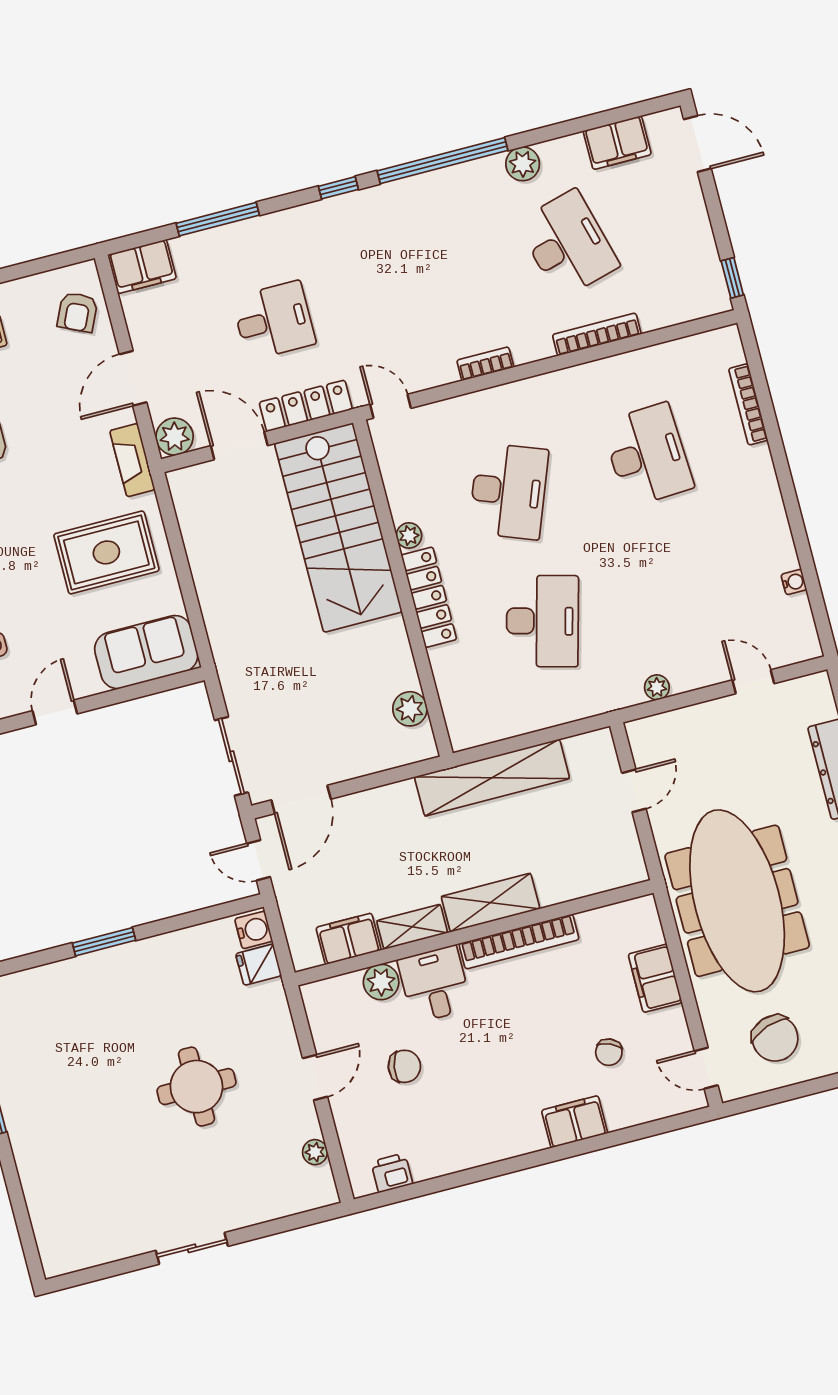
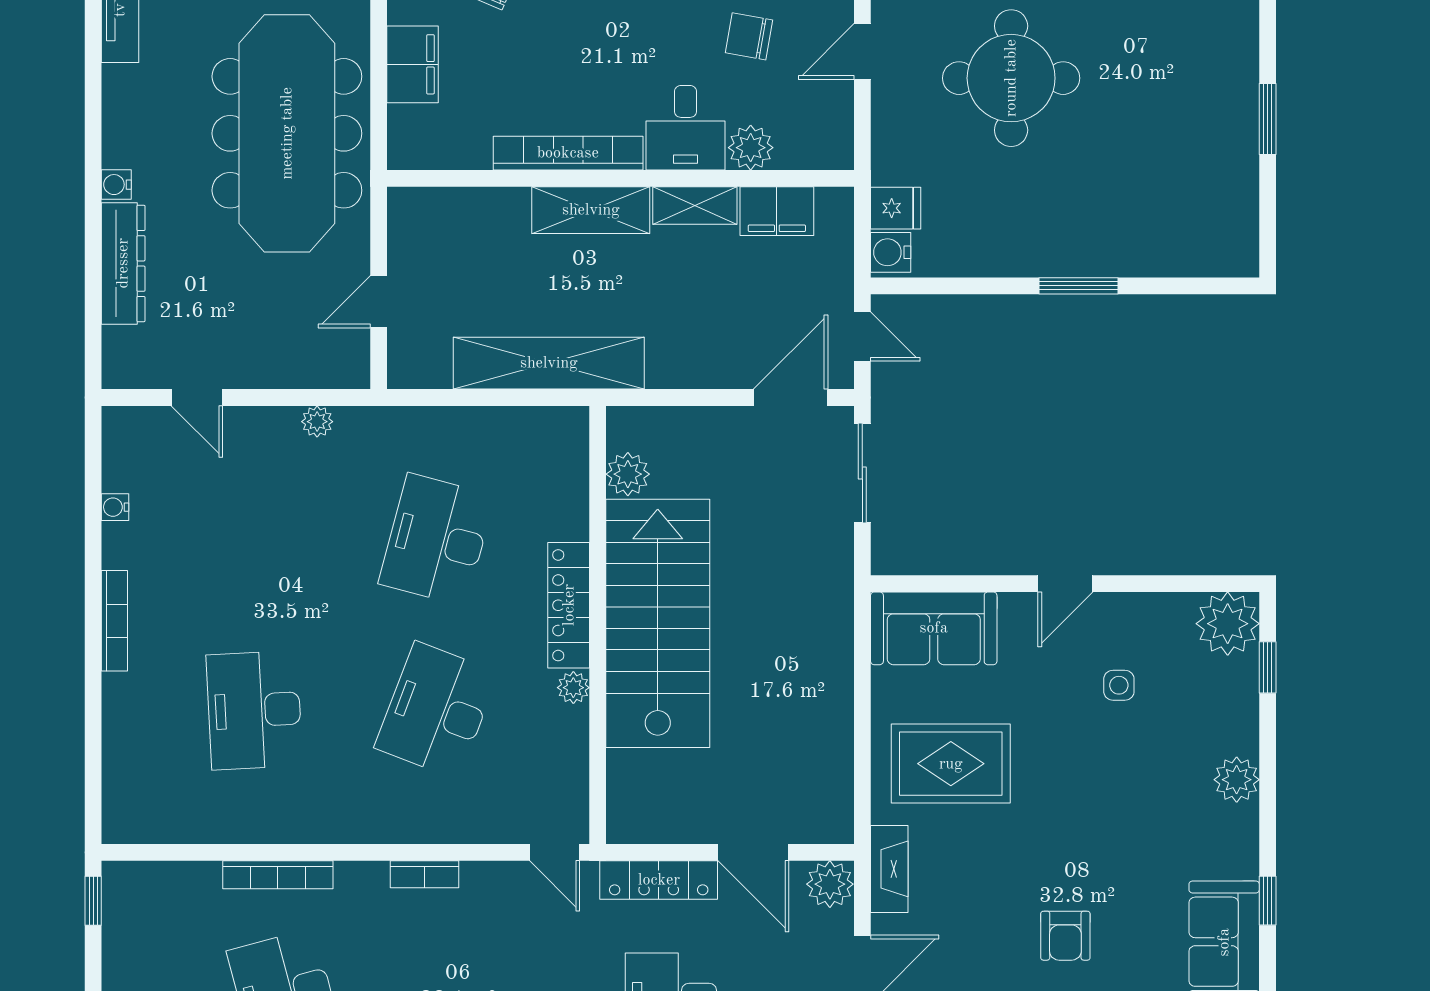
bookcase: (748, 404) -> (114, 621), moved
stairs: (338, 528) -> (658, 623), moved
round table: (196, 1087) -> (1011, 78), width x1.36, depth x1.36

